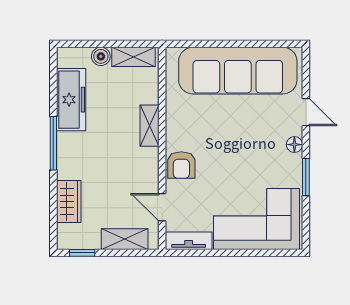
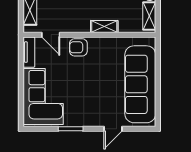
floor lamp: (294, 145) -> (92, 121), removed
door: (162, 207) -> (51, 35), swing flipped

